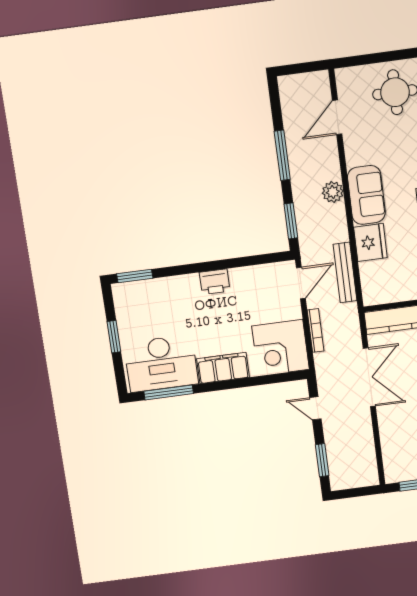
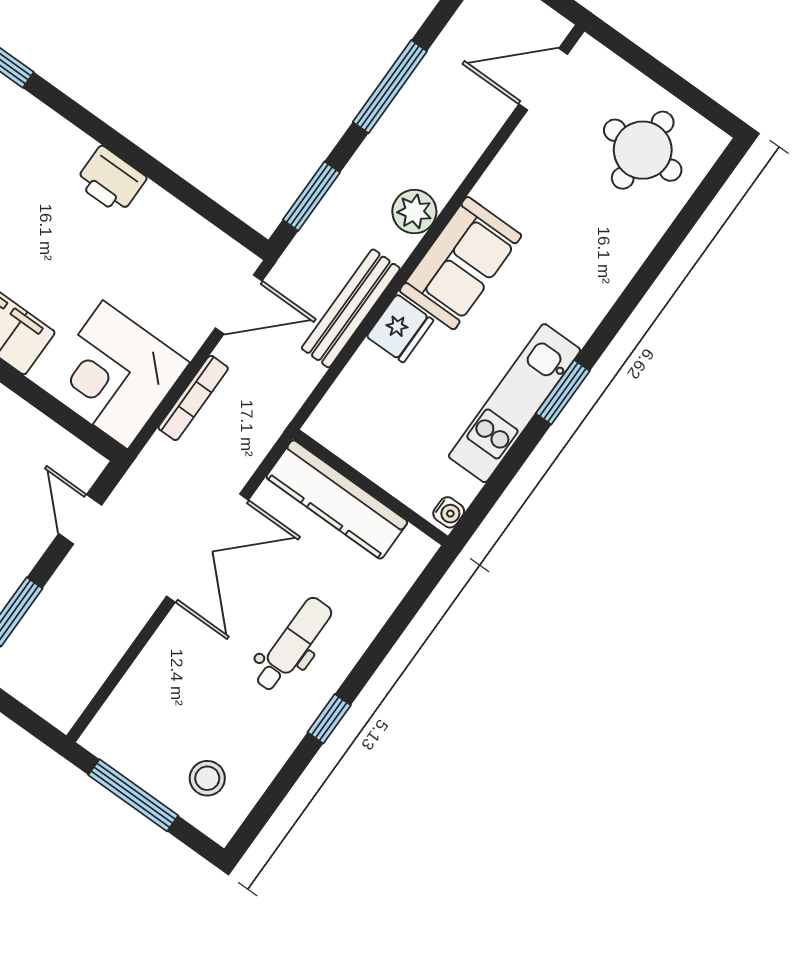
door: (337, 117) -> (543, 79), moved
fridge: (370, 242) -> (400, 328), width x0.73, depth x0.75
bench: (345, 272) -> (351, 308), moved

